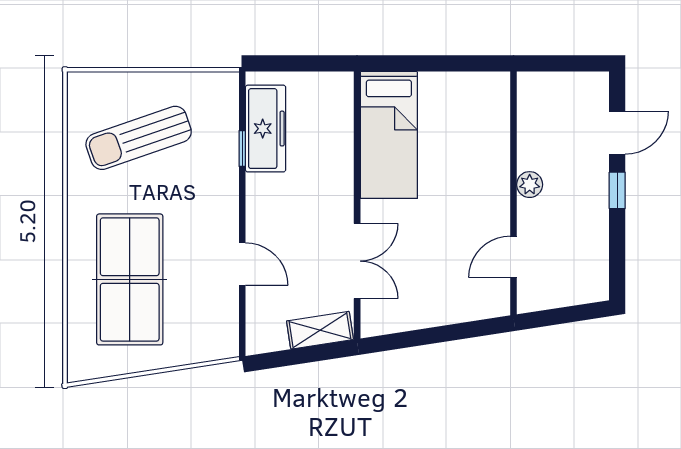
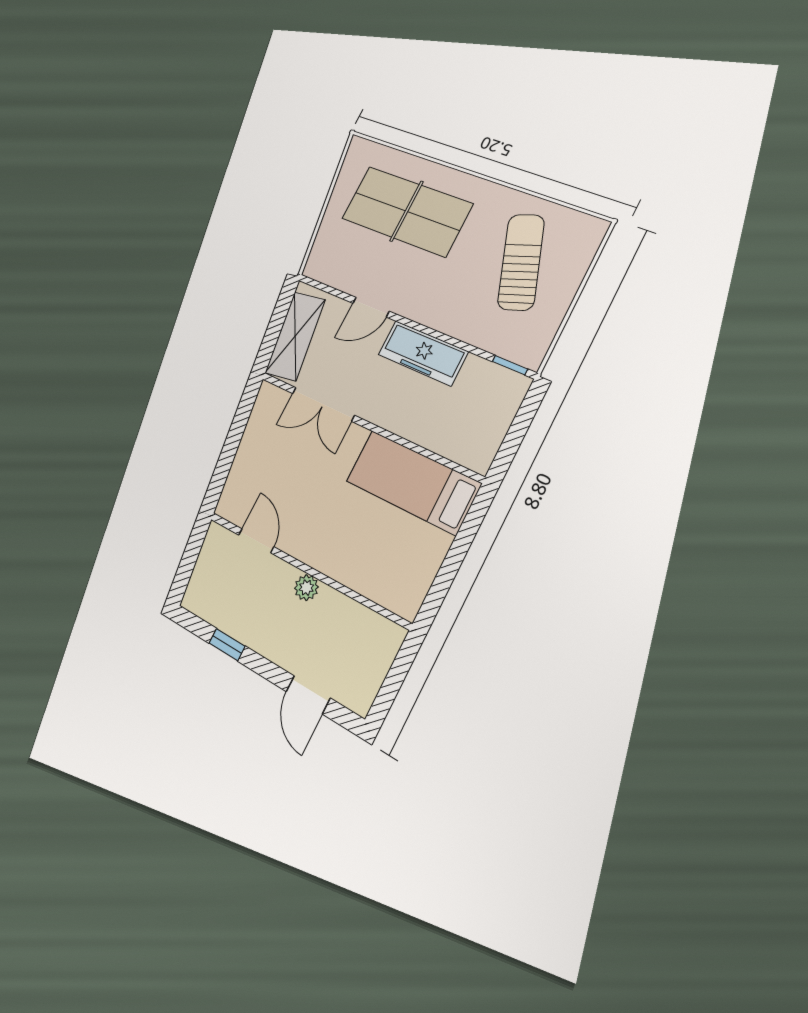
freezer: (266, 129) -> (423, 353), moved
window: (242, 148) -> (510, 365), moved
window: (617, 190) -> (227, 645), moved
shelving: (320, 330) -> (295, 336), width x1.50, depth x1.33

